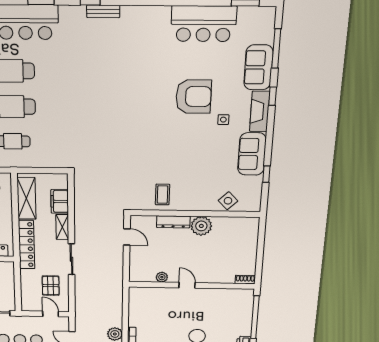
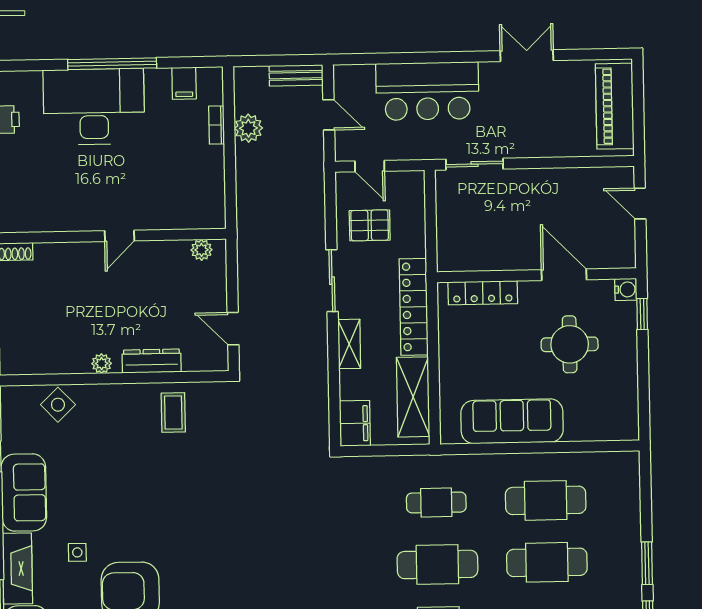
filing cabinet: (60, 201) -> (355, 423), moved
plant: (201, 226) -> (102, 364), width x0.53, depth x0.53
plant: (162, 277) -> (201, 250), moved
door: (187, 285) -> (120, 236), hinge flipped
pallet: (51, 286) -> (370, 225), turned 90

